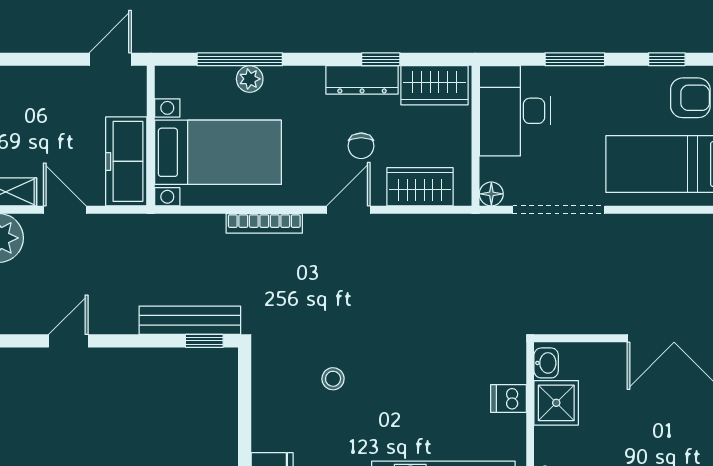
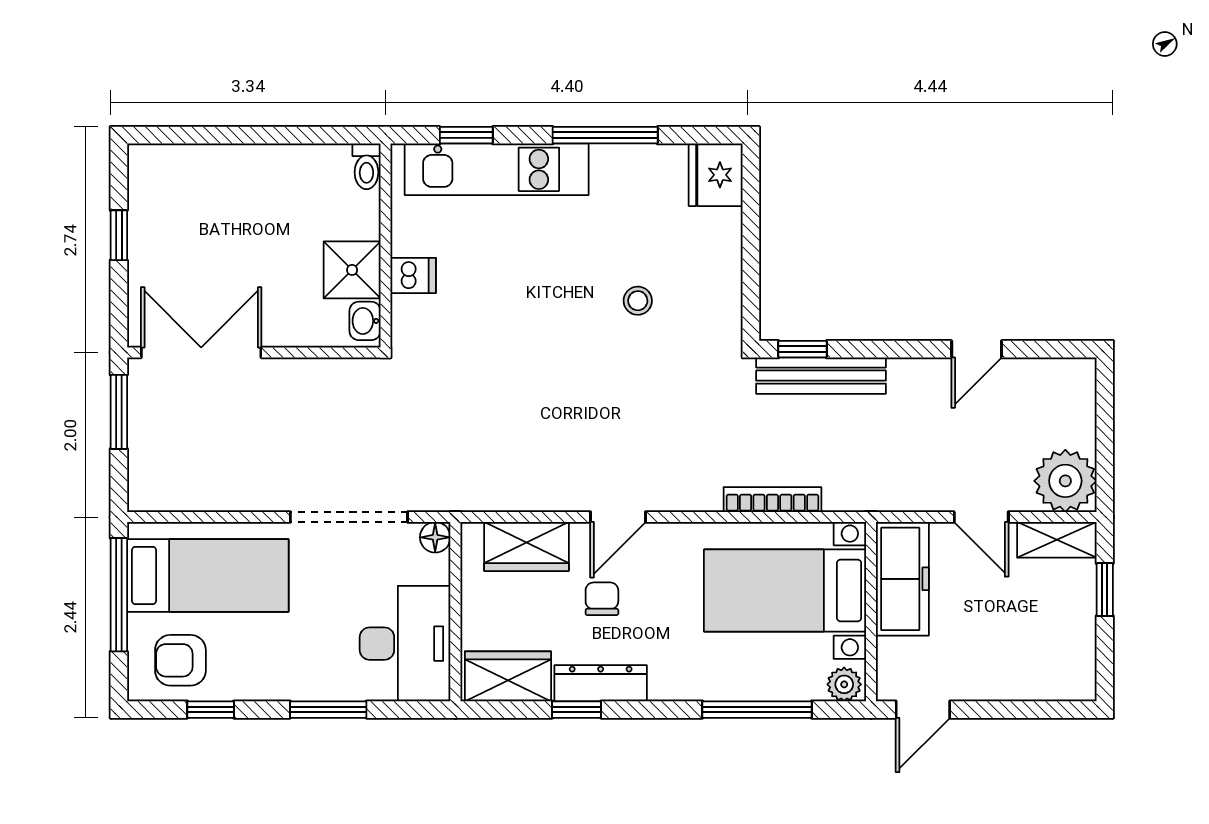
plant: (250, 79) -> (844, 684), moved
bookcase: (264, 223) -> (772, 500), moved

